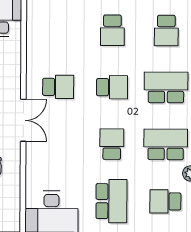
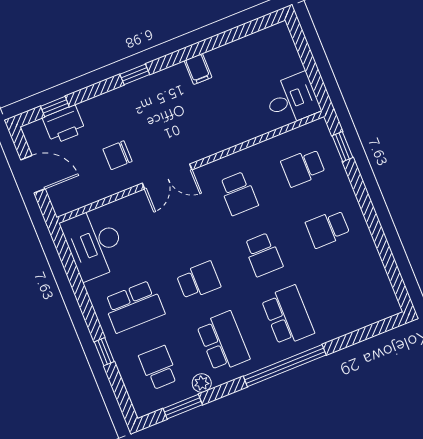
school desk: (166, 30) -> (303, 167), moved
double door: (23, 120) -> (167, 176), moved

